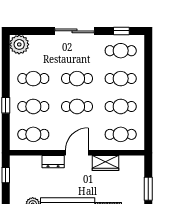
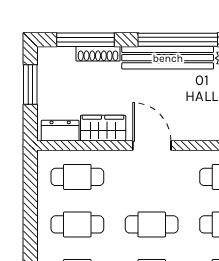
door: (77, 153) -> (152, 146), swing flipped
dresser: (53, 162) -> (60, 131), moved

